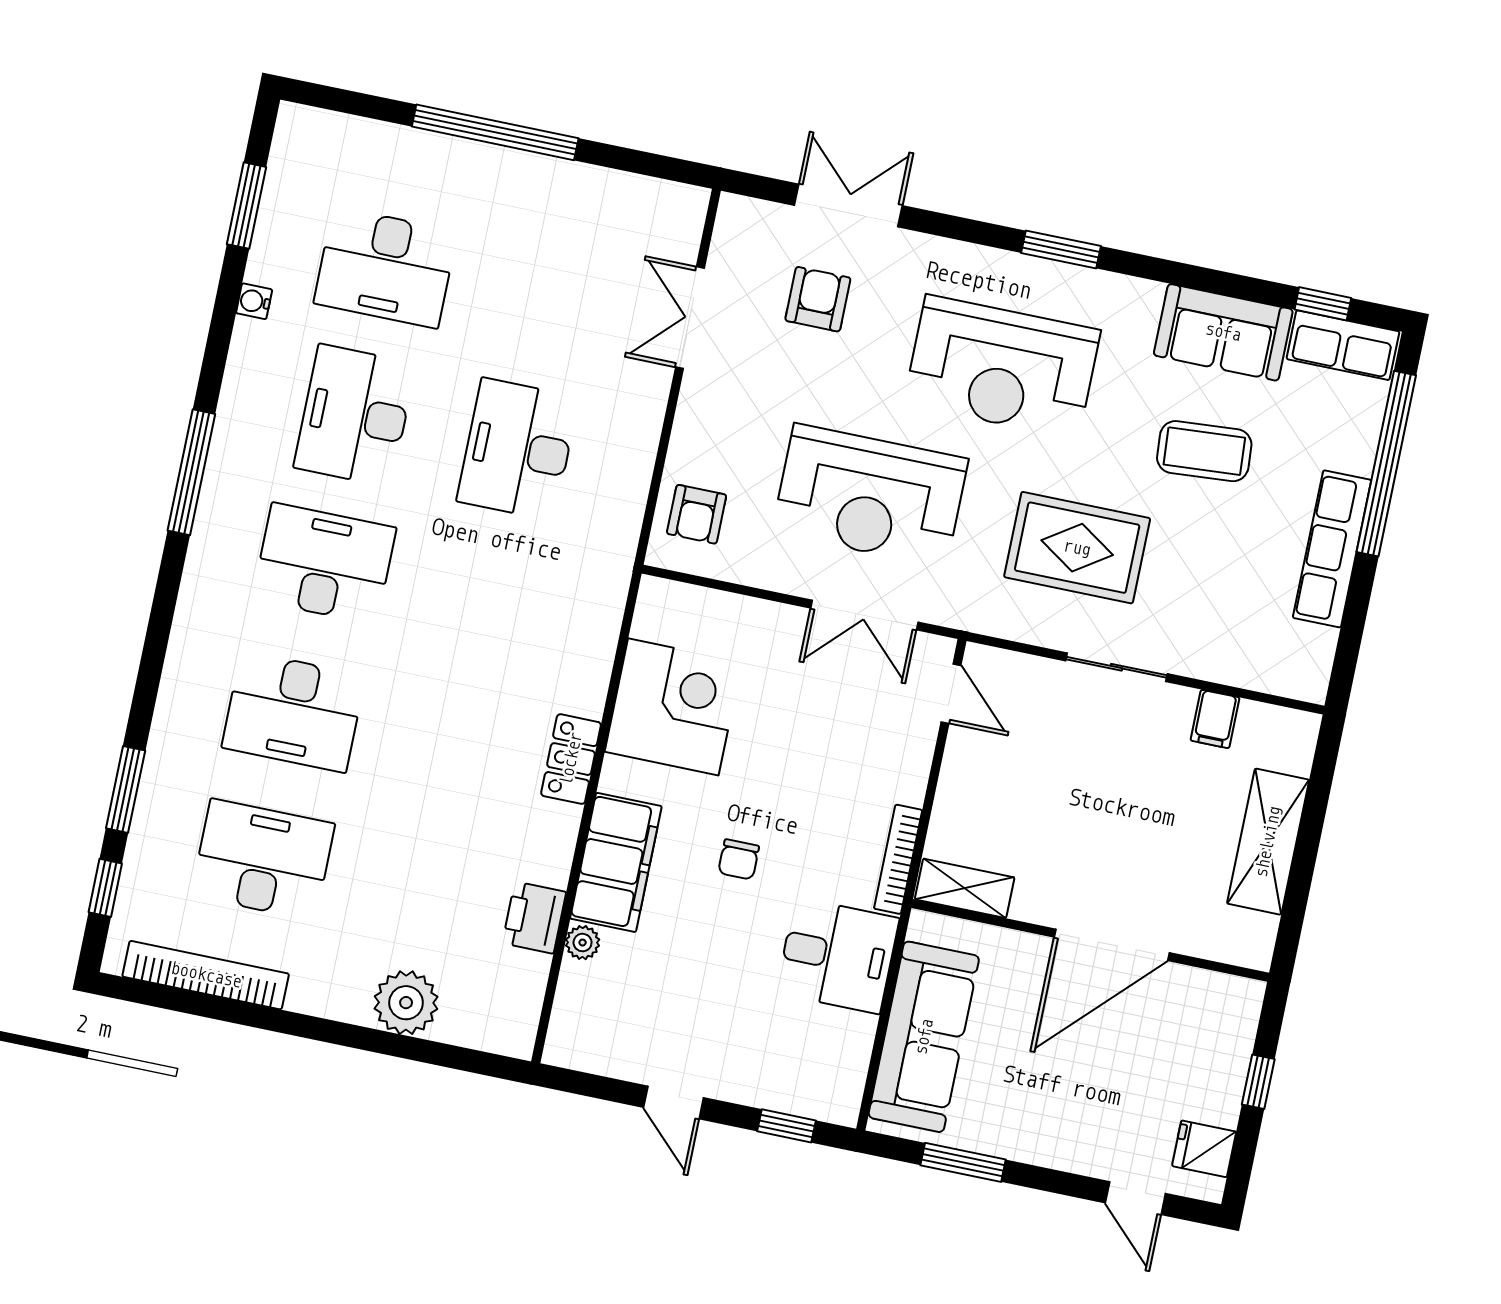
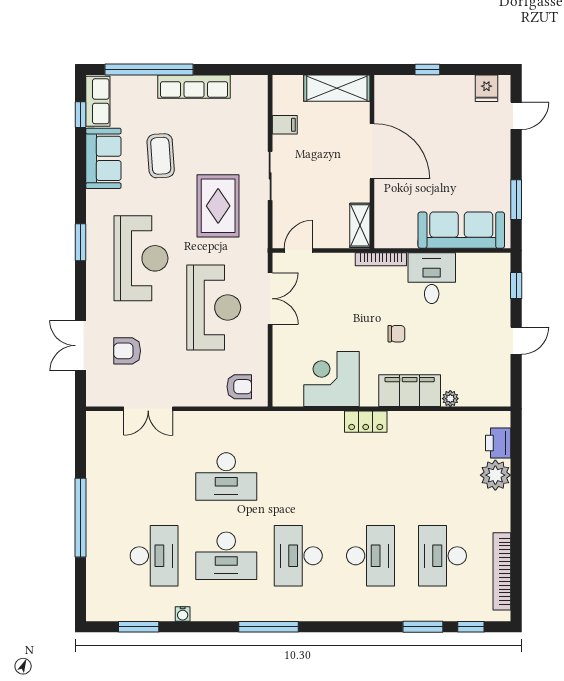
shelving: (965, 888) -> (360, 225), moved
printer: (534, 918) -> (498, 443), moved, turned 90
wall: (1090, 940) -> (372, 162), moved
door: (1112, 945) -> (372, 151), moved
window: (1258, 1082) -> (427, 70), moved

